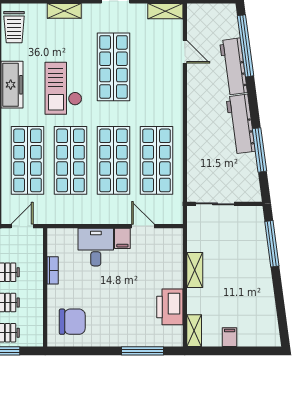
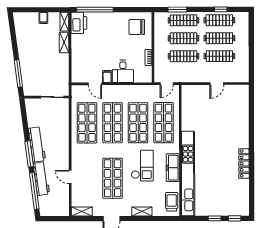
door: (185, 52) -> (70, 177), moved
window: (259, 150) -> (29, 154), moved
shelving: (195, 270) -> (64, 42), moved
printer: (170, 307) -> (79, 23), moved
window: (142, 351) -> (95, 10), width x1.46

